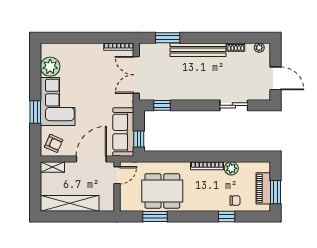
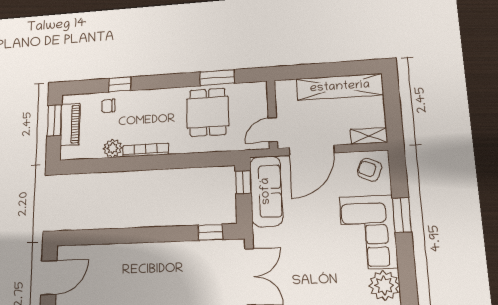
door: (275, 78) -> (49, 278), swing flipped
sliding door: (234, 105) -> (108, 236), removed
dining table: (162, 191) -> (208, 112), width x0.73

